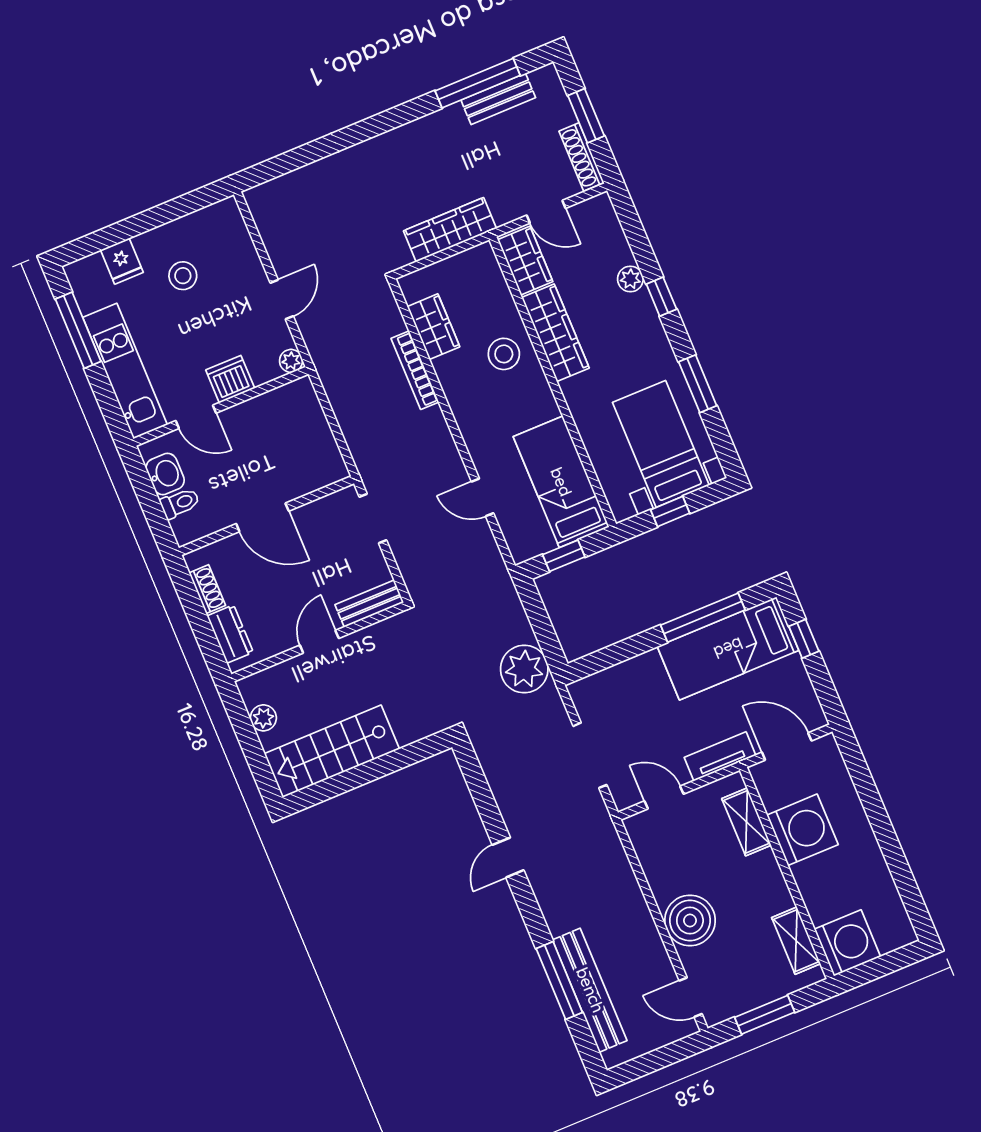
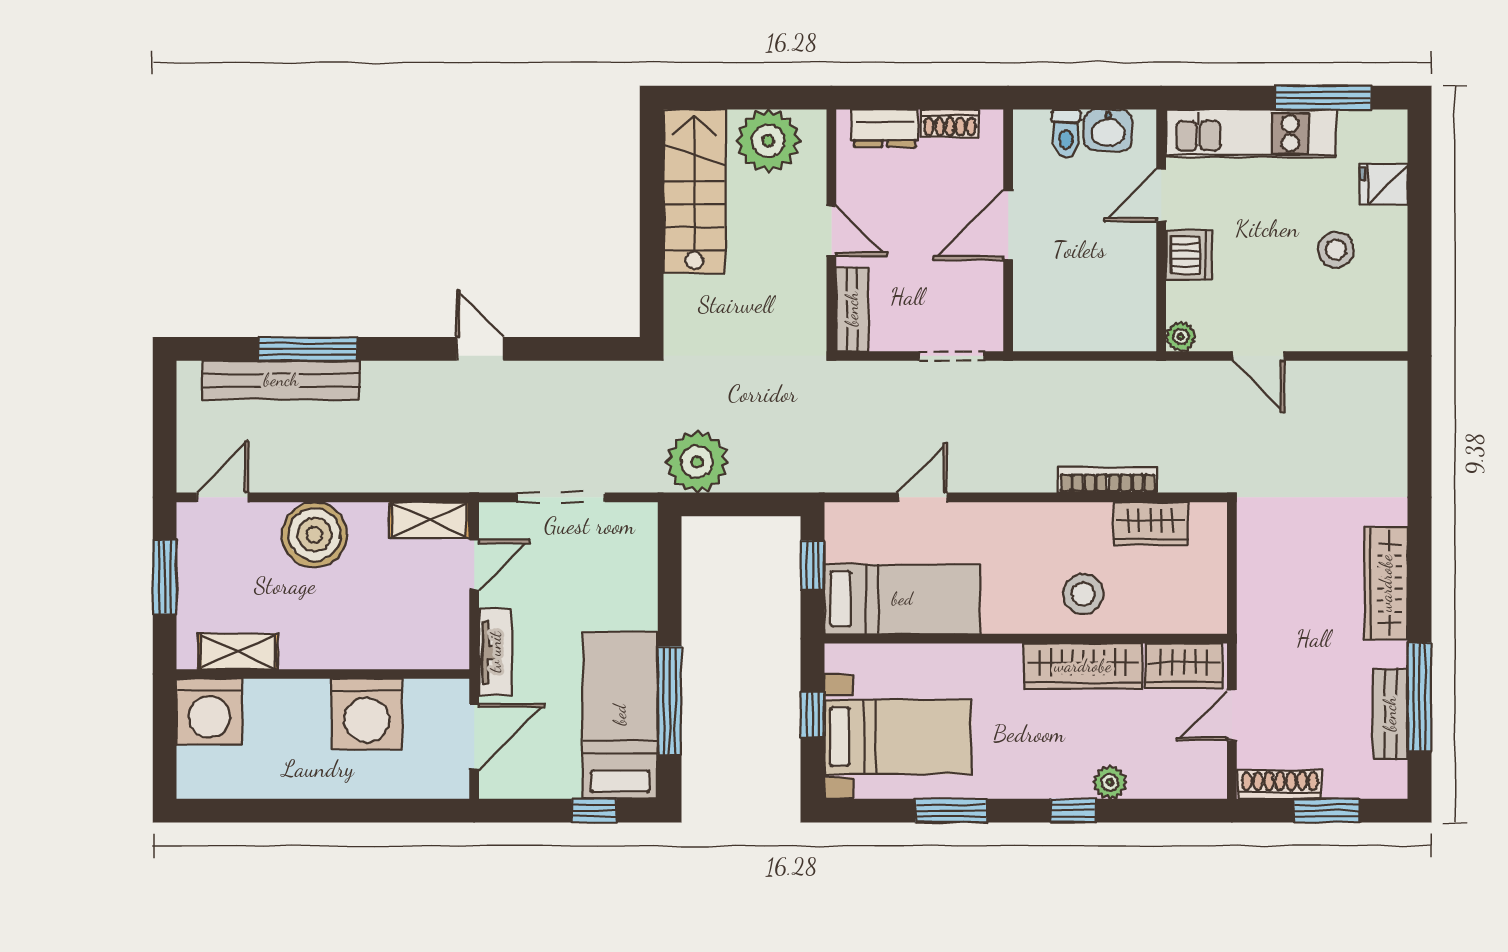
wardrobe: (450, 230) -> (1386, 583), moved, turned 180
plant: (263, 718) -> (768, 141), width x1.87, depth x1.87
shelving: (747, 822) -> (429, 520), moved

